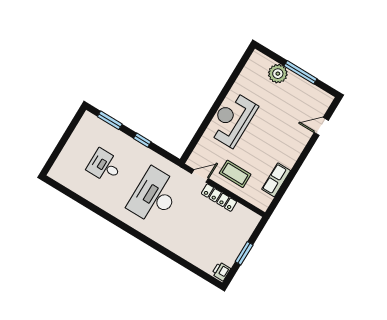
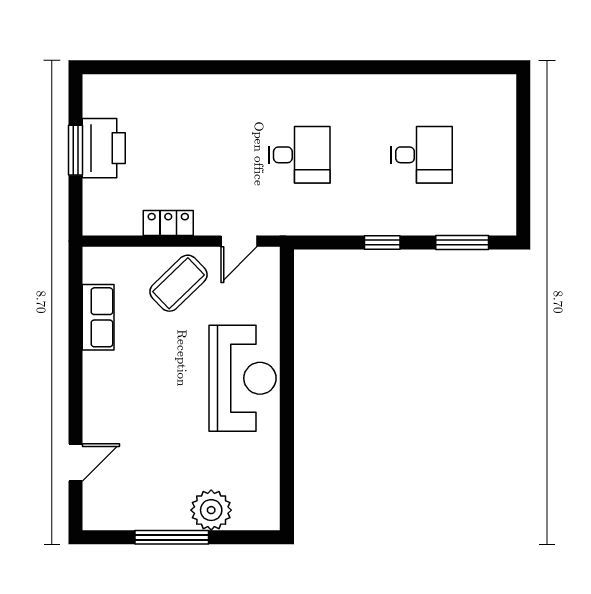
coffee table: (235, 174) -> (179, 283), turned -44
desk: (154, 196) -> (299, 155), width x0.53, depth x0.77
locker: (219, 198) -> (168, 223), width x0.66
printer: (221, 271) -> (104, 148), moved, width x1.87, depth x1.48

